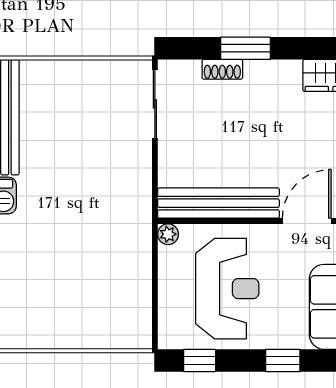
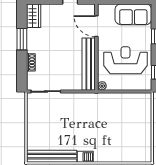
window: (246, 48) -> (22, 39), moved

